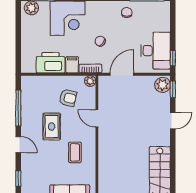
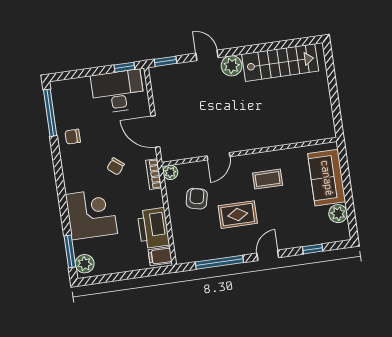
filing cabinet: (72, 65) -> (160, 256), moved
plant: (163, 85) -> (232, 66), moved

